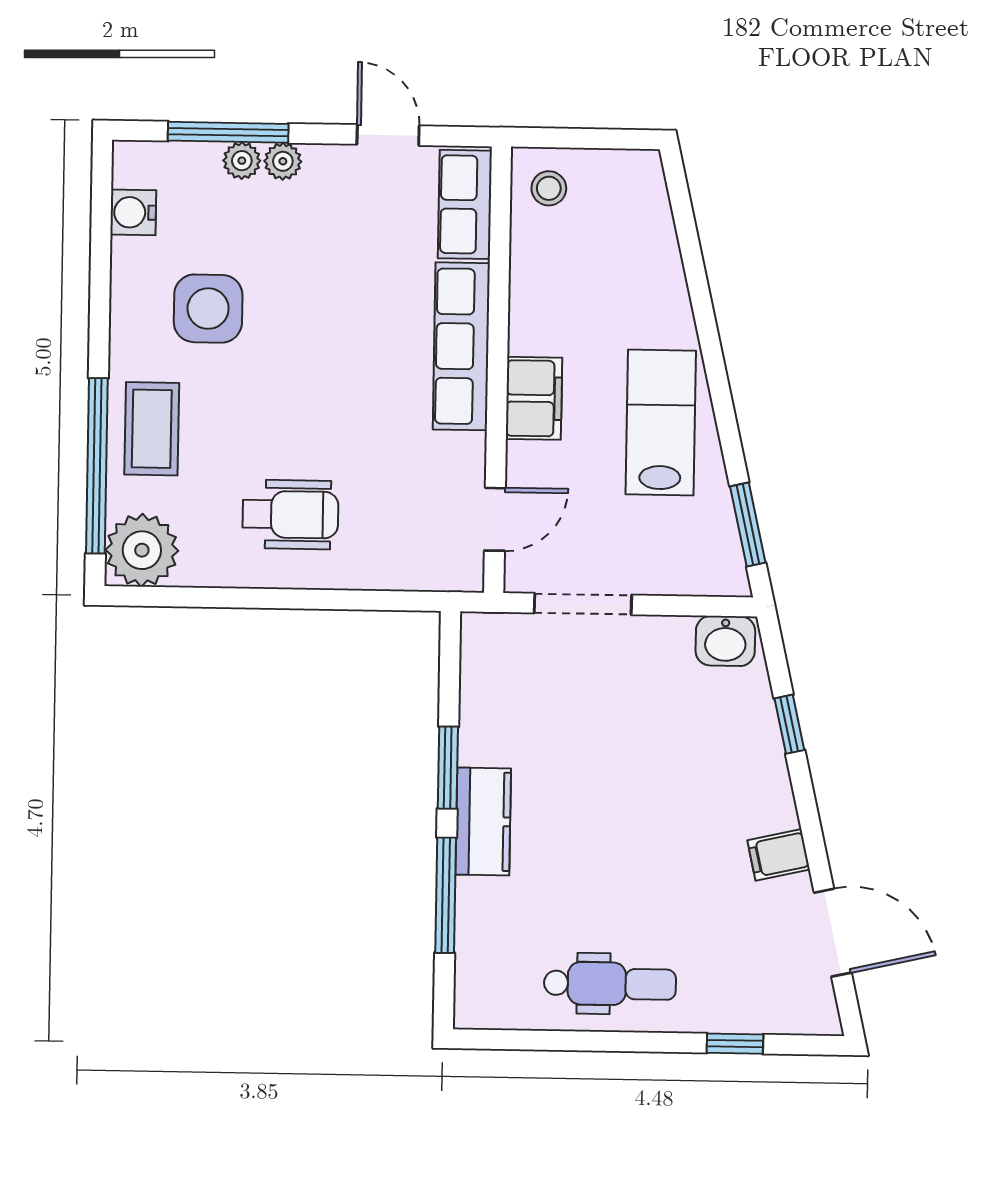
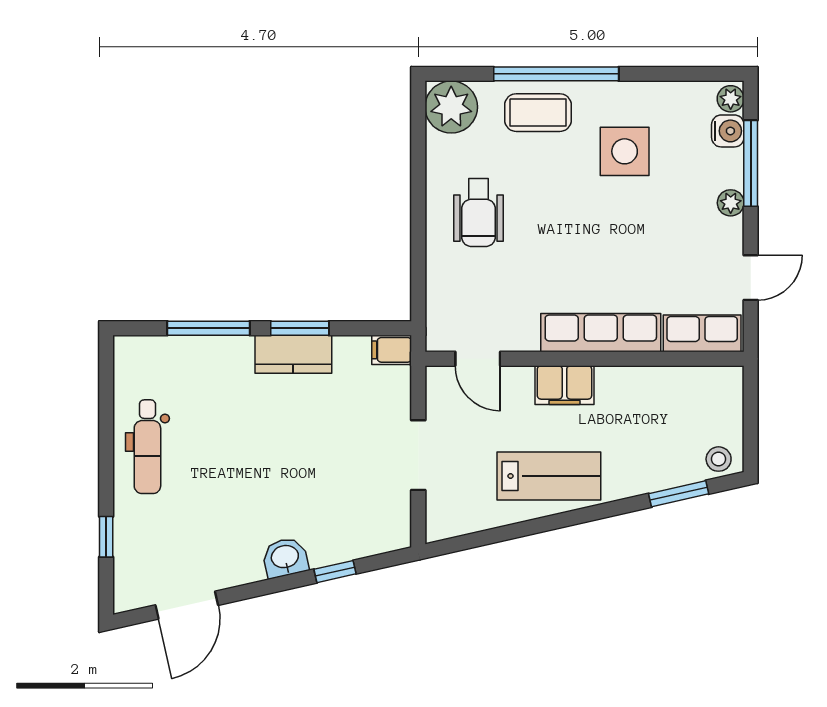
plant: (242, 161) -> (731, 99), moved
stool: (549, 188) -> (719, 459), moved
water cooler: (133, 212) -> (728, 131), moved, turned 90
window: (97, 466) -> (556, 74), moved
window: (748, 524) -> (679, 494), moved
doorway: (583, 604) -> (418, 455), moved
washbasin: (725, 641) -> (285, 558), moved, turned 77
kitchen counter: (483, 821) -> (293, 354), moved
filing cabinet: (779, 855) -> (392, 350), moved, turned -77

